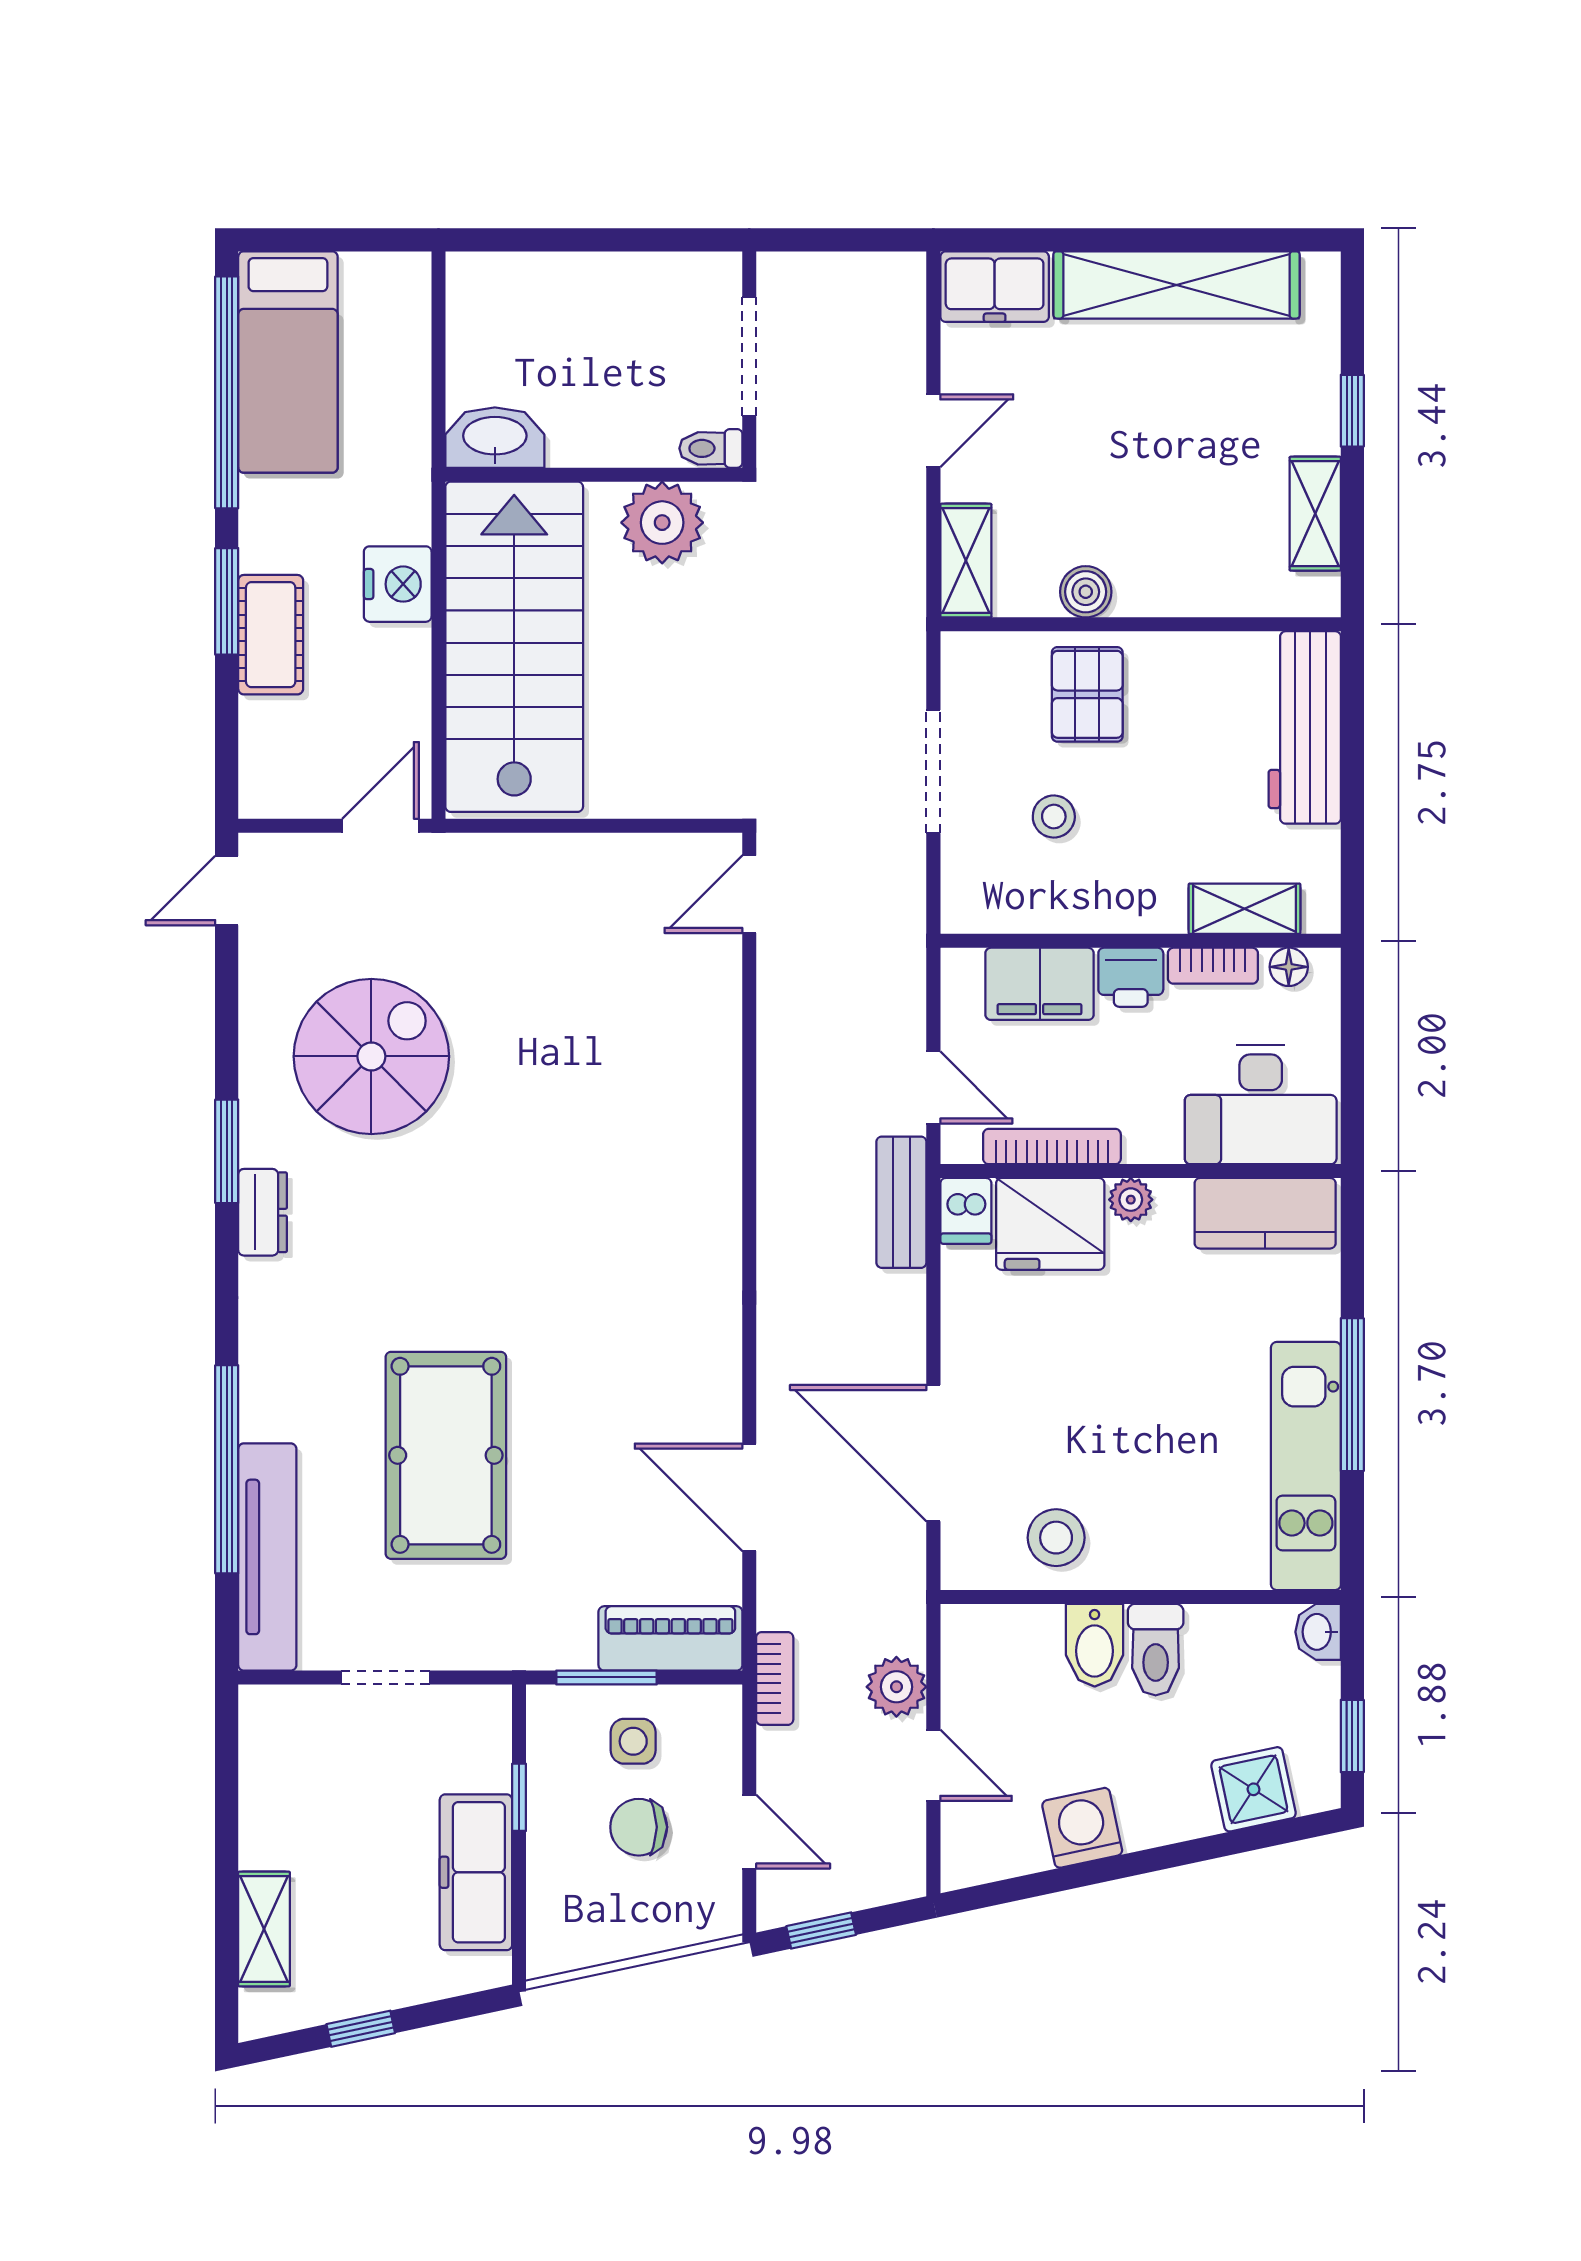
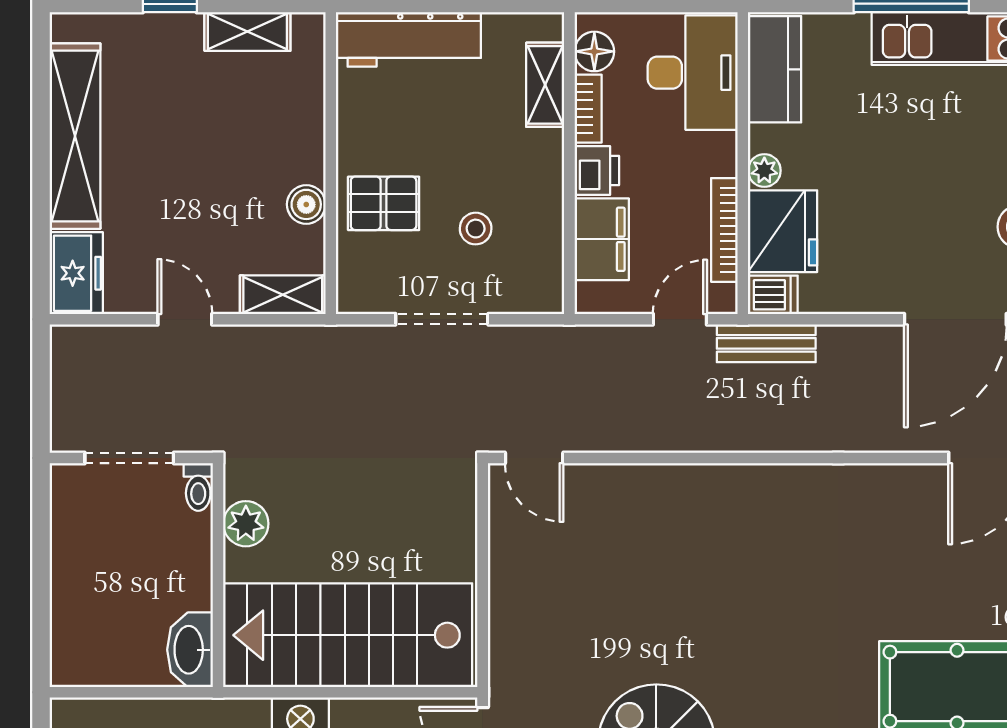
plant: (662, 523) -> (246, 524), width x0.73, depth x0.73
floor lamp: (1289, 967) -> (594, 51), width x1.37, depth x1.37

